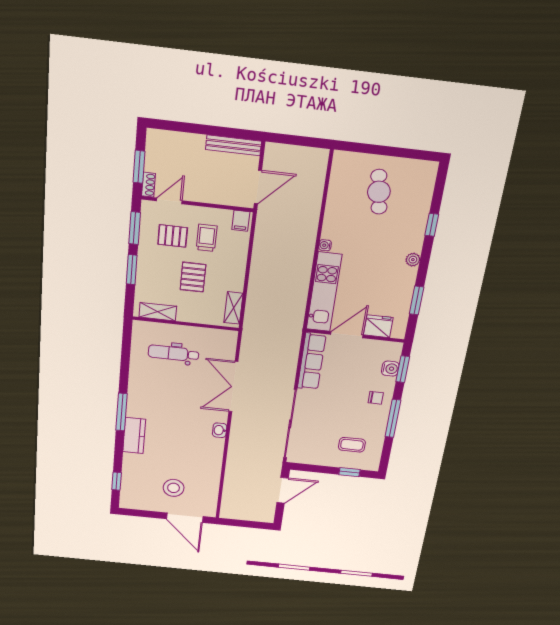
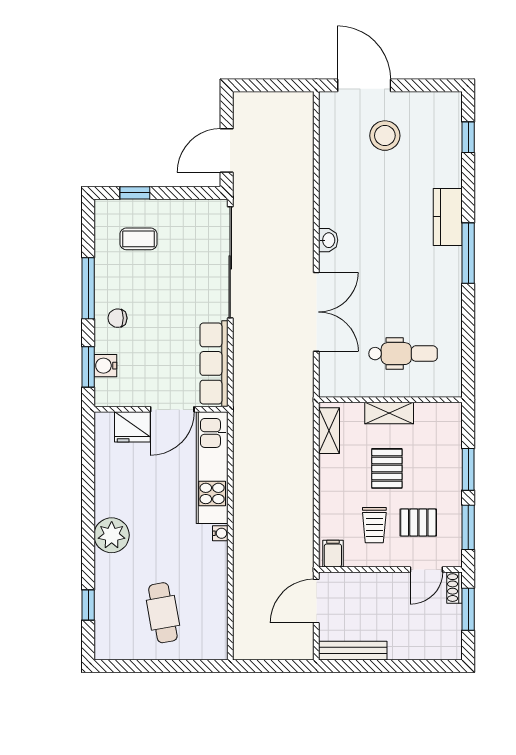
window: (432, 225) -> (88, 605), moved
plant: (413, 260) -> (112, 535), width x1.87, depth x1.87
window: (417, 301) -> (88, 470), removed
shelving: (158, 312) -> (389, 413), moved

